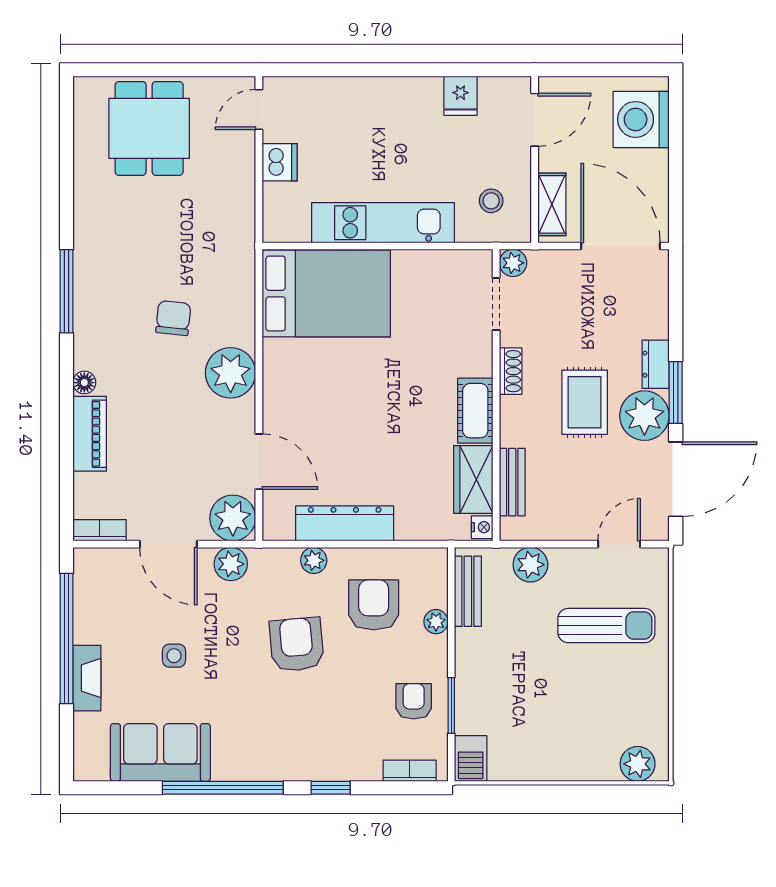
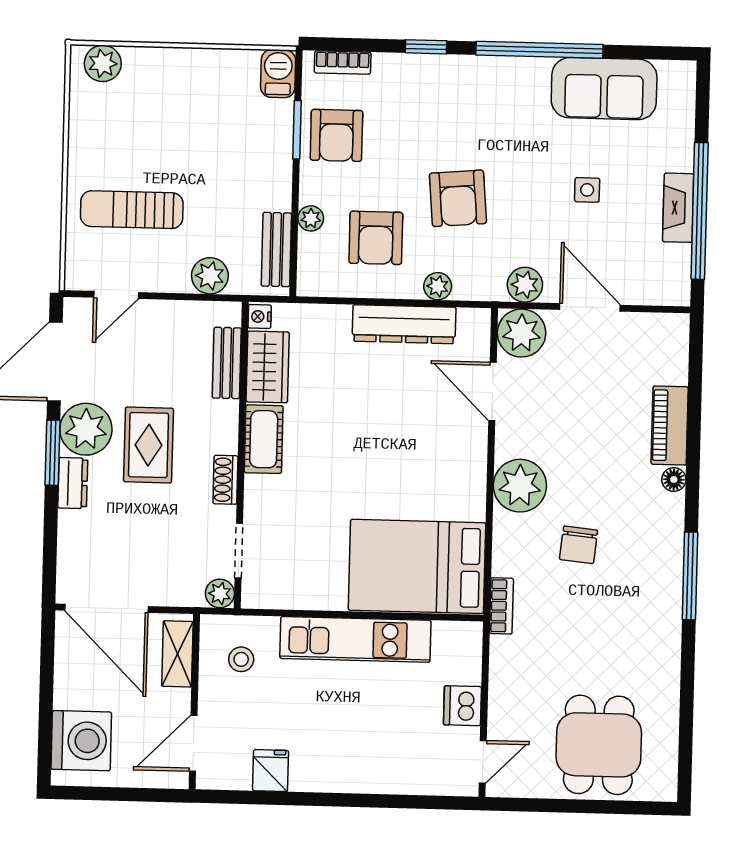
bookcase: (100, 530) -> (501, 606), moved, turned -90
fireplace: (87, 678) -> (678, 208), moved
armchair: (414, 701) -> (336, 135), width x1.38, depth x1.38

